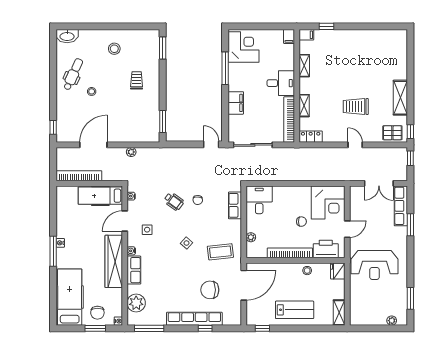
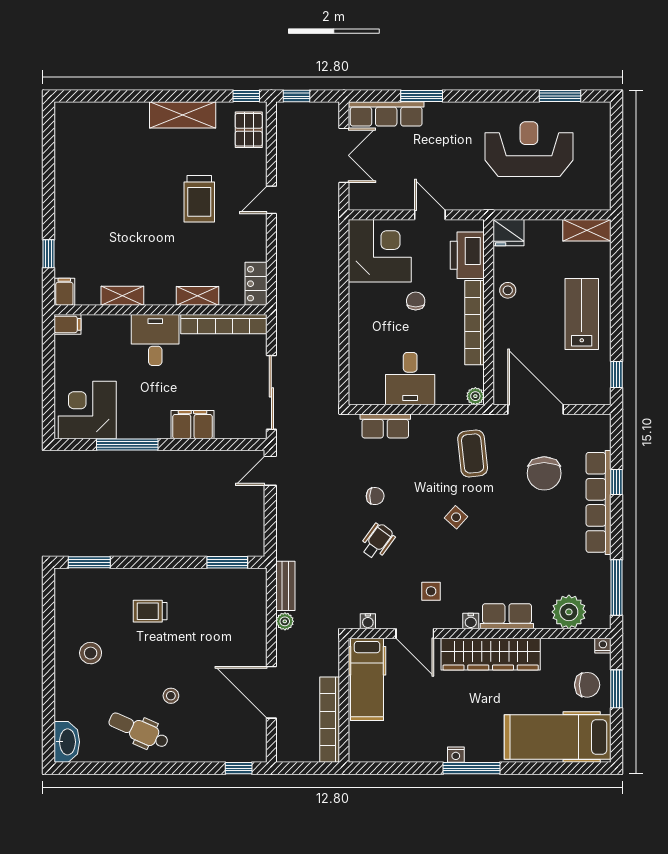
bench: (150, 152) -> (285, 586), added
desk: (259, 200) -> (410, 379), moved, turned -90
plant: (251, 237) -> (475, 396), moved
reception desk: (374, 265) -> (529, 149), moved, turned -90
plant: (392, 321) -> (602, 131), removed

